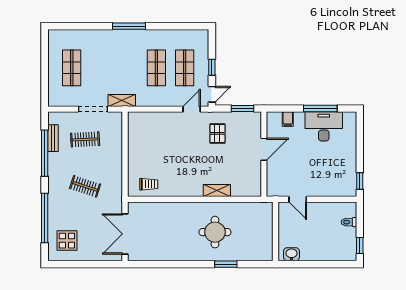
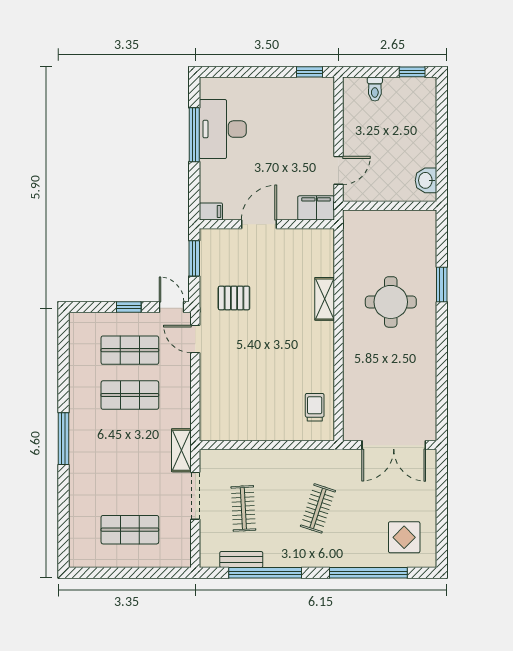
filing cabinet: (288, 119) -> (211, 211), moved
door: (264, 149) -> (259, 224), hinge flipped
filing cabinet: (274, 185) -> (316, 208), added

